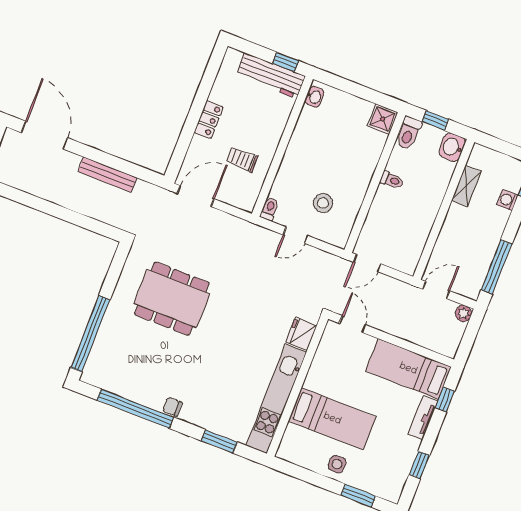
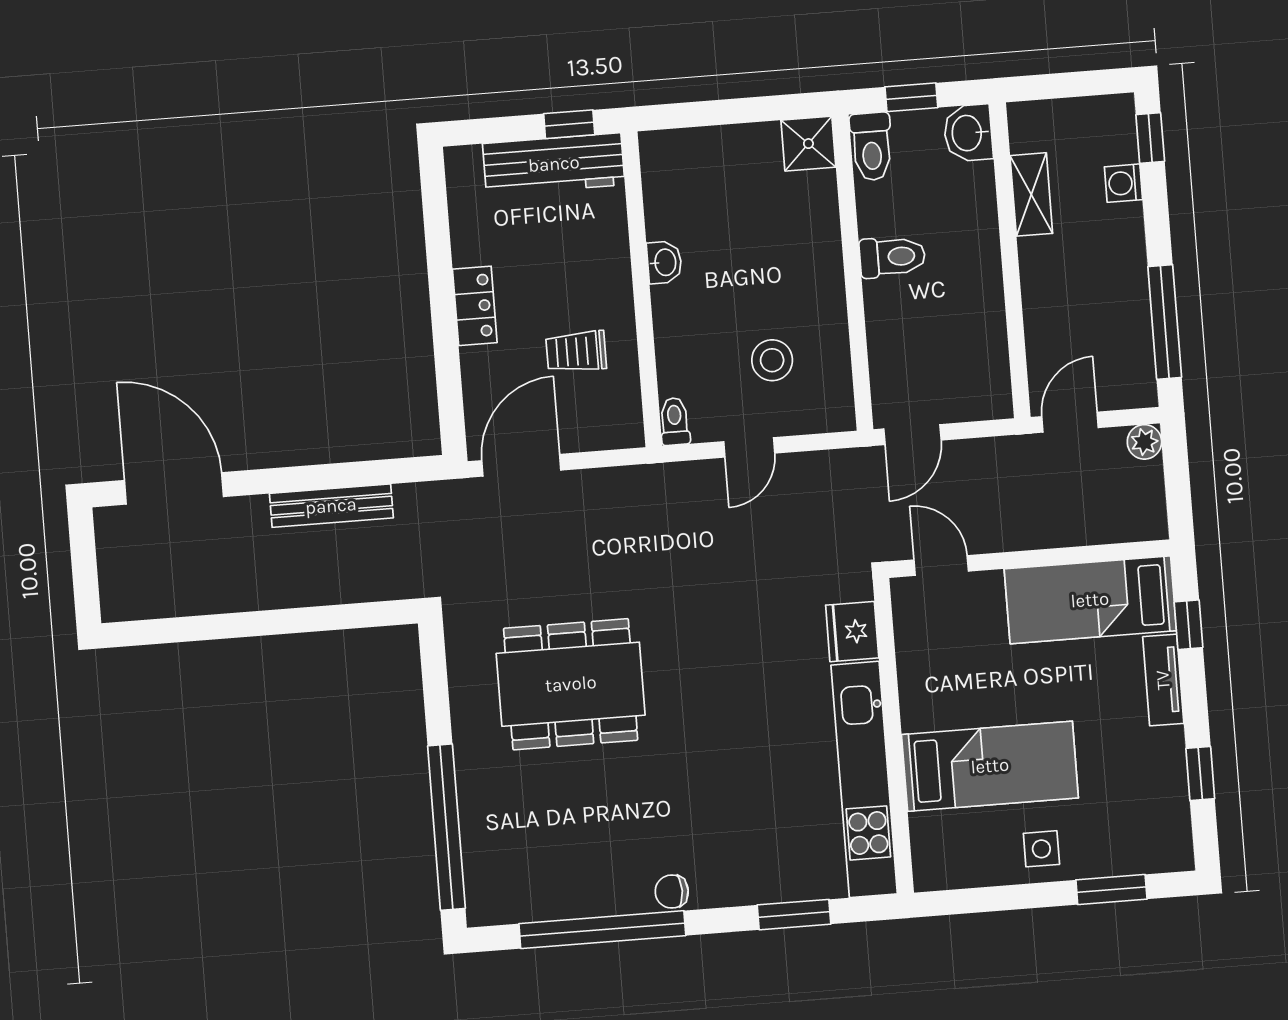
washbasin: (314, 97) -> (664, 262), moved
toilet: (392, 180) -> (892, 257), width x1.37, depth x1.39

